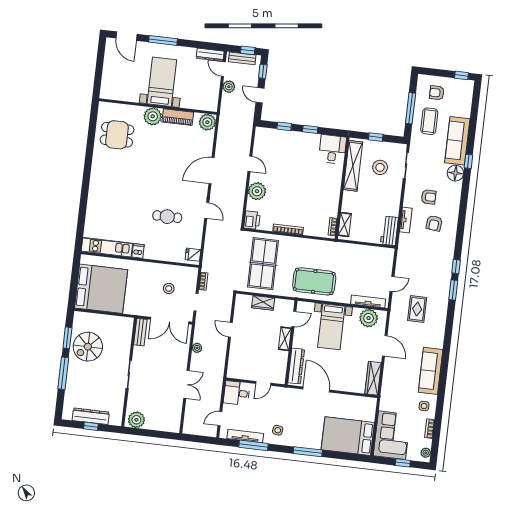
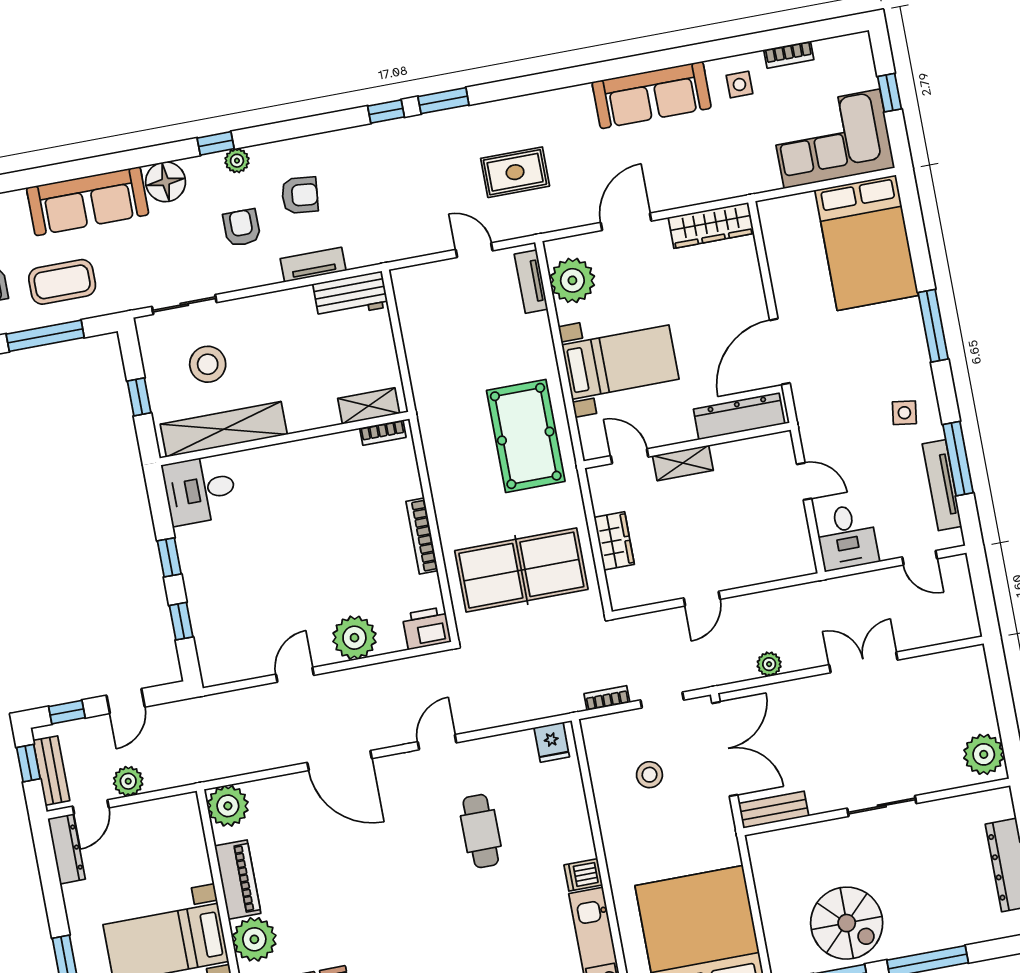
window: (468, 161) -> (216, 143), moved
tv unit: (368, 301) -> (531, 282), width x0.71
plant: (426, 453) -> (237, 161), moved

